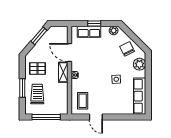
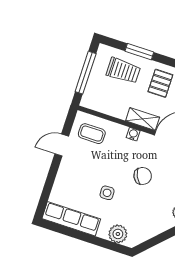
chair: (127, 49) -> (143, 176), moved

